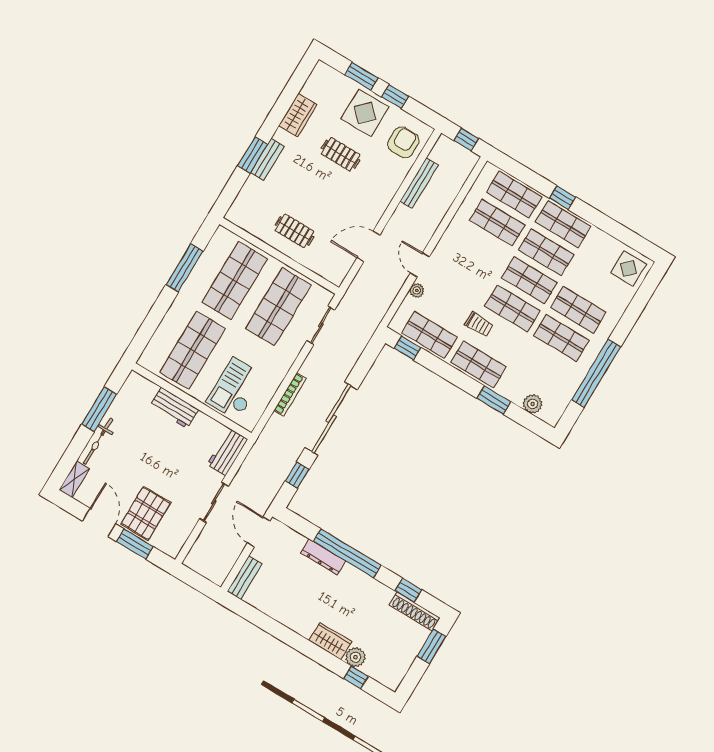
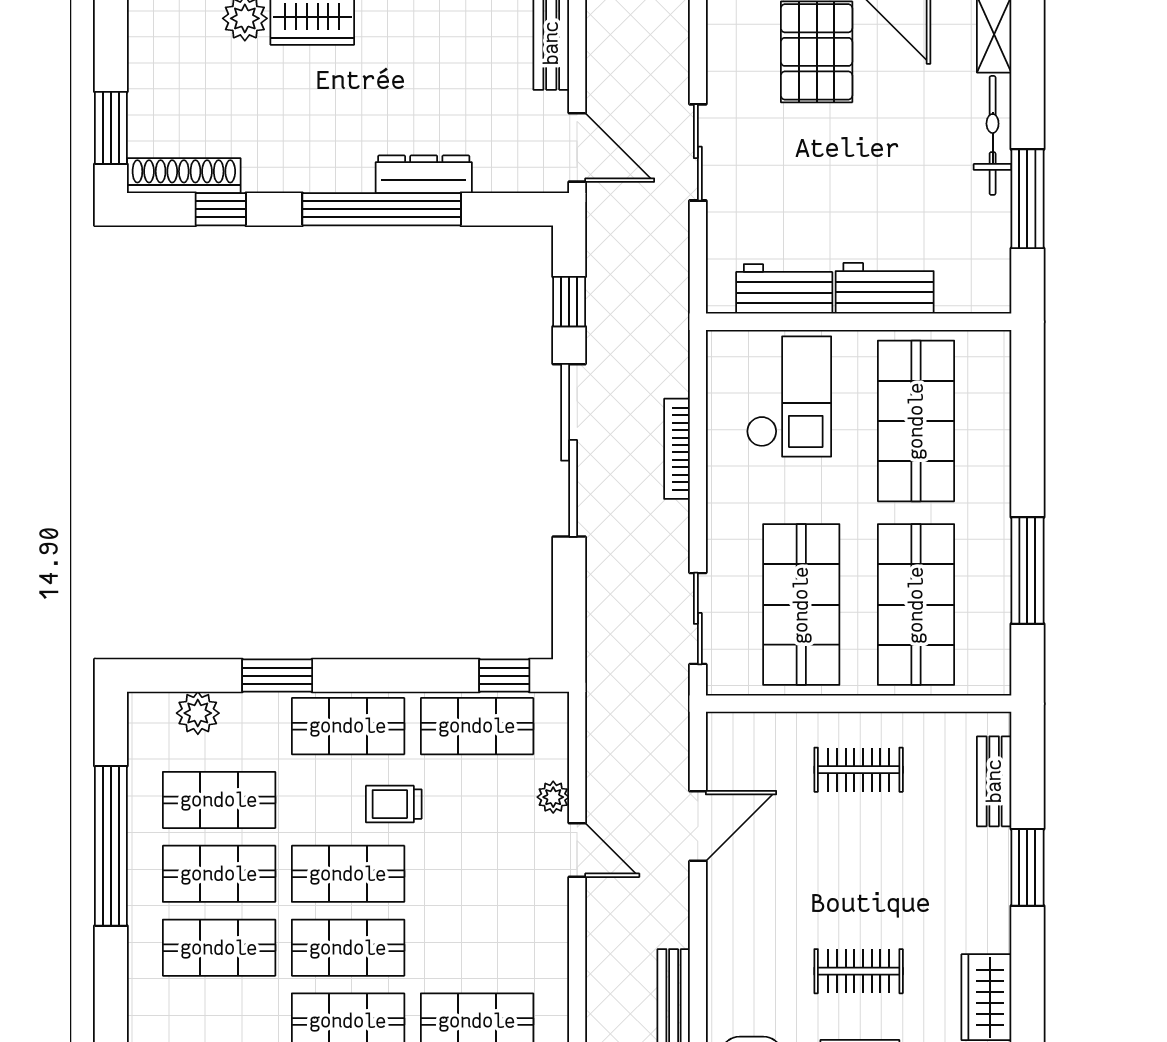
bench: (267, 159) -> (994, 781), moved
shop shelf: (544, 366) -> (219, 800), added
workbench: (227, 452) -> (784, 289), moved, turned -90

